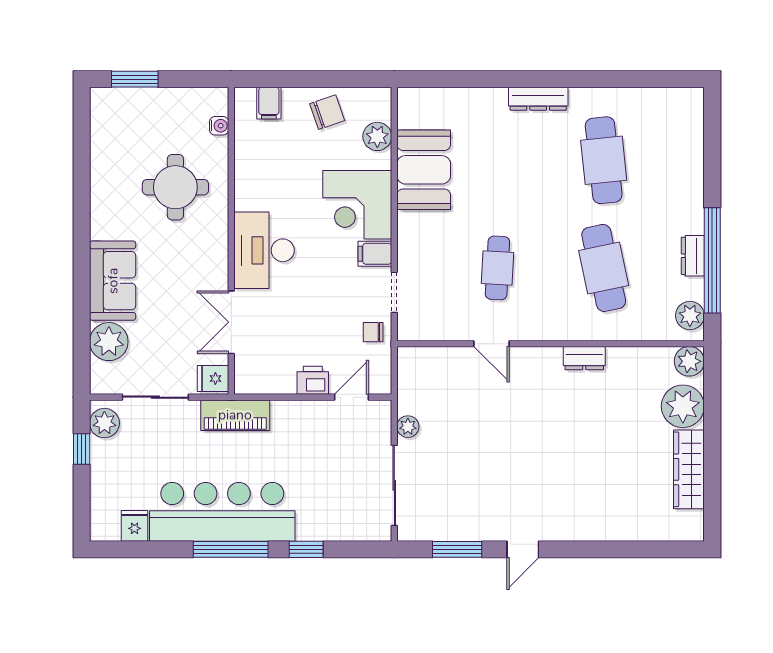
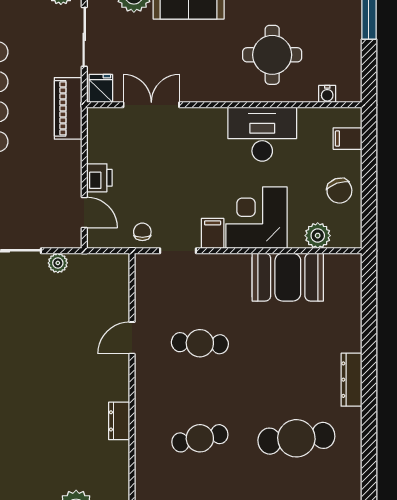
desk: (264, 250) -> (262, 134), moved
cafe table: (604, 268) -> (200, 438), width x0.73, depth x0.74

